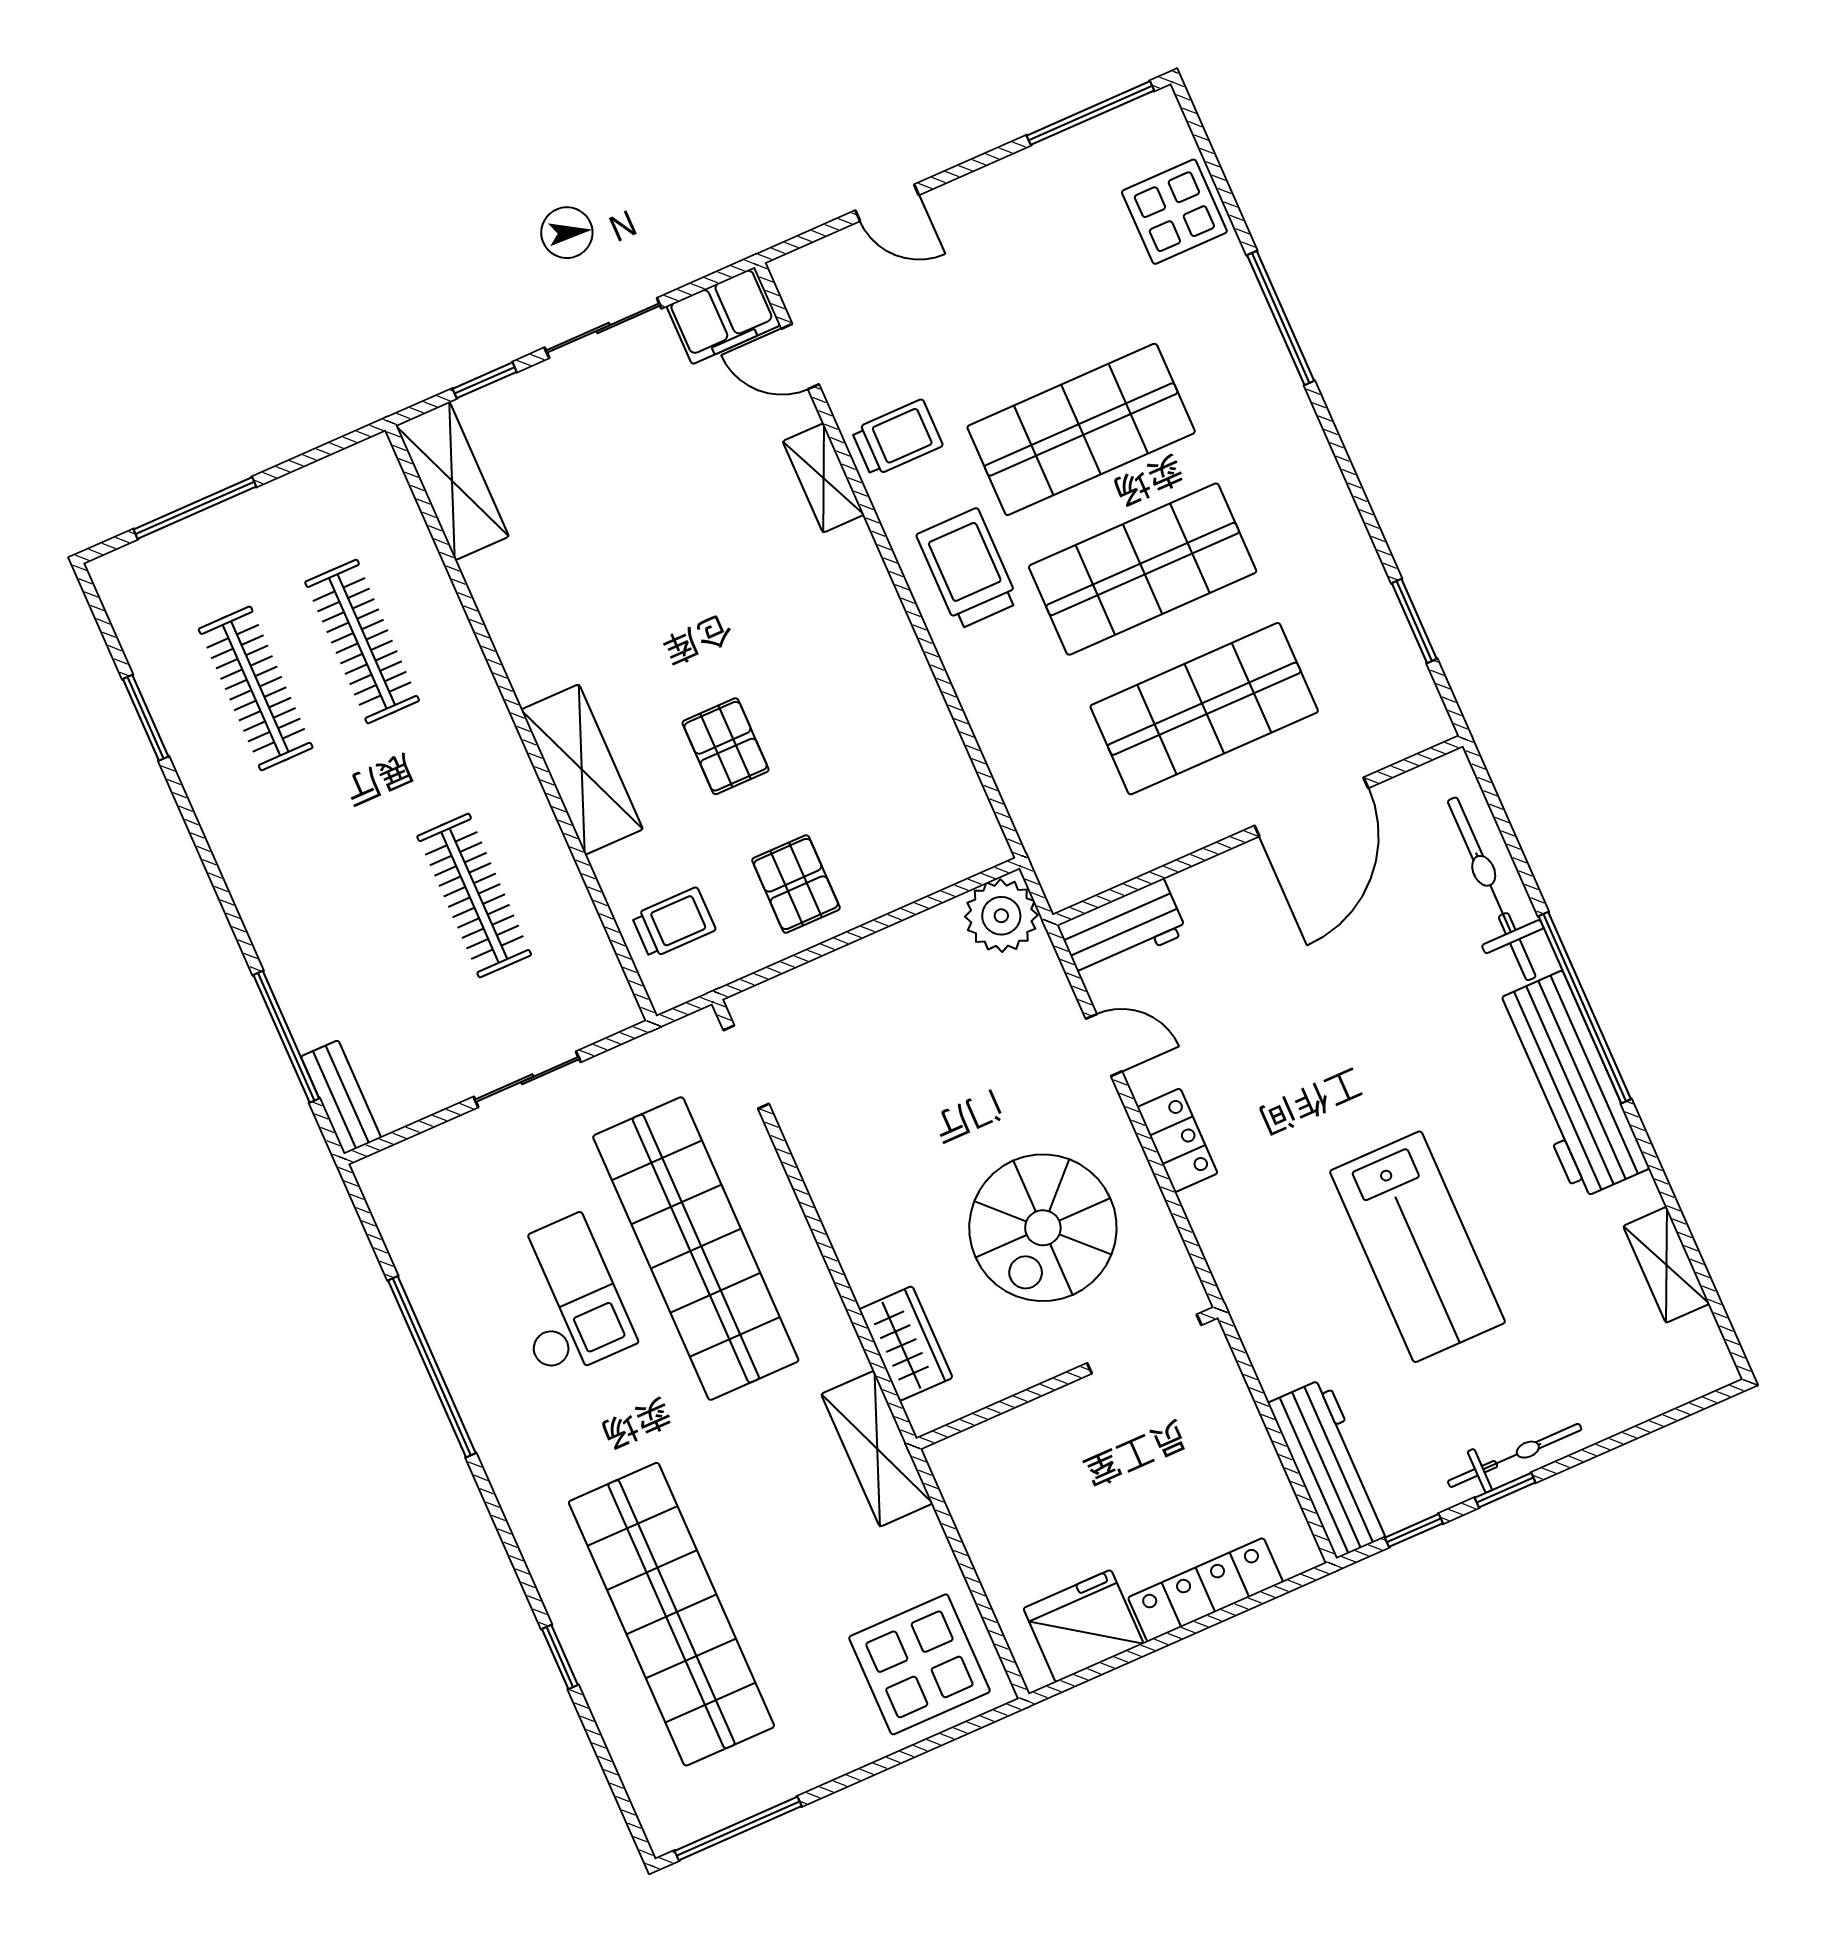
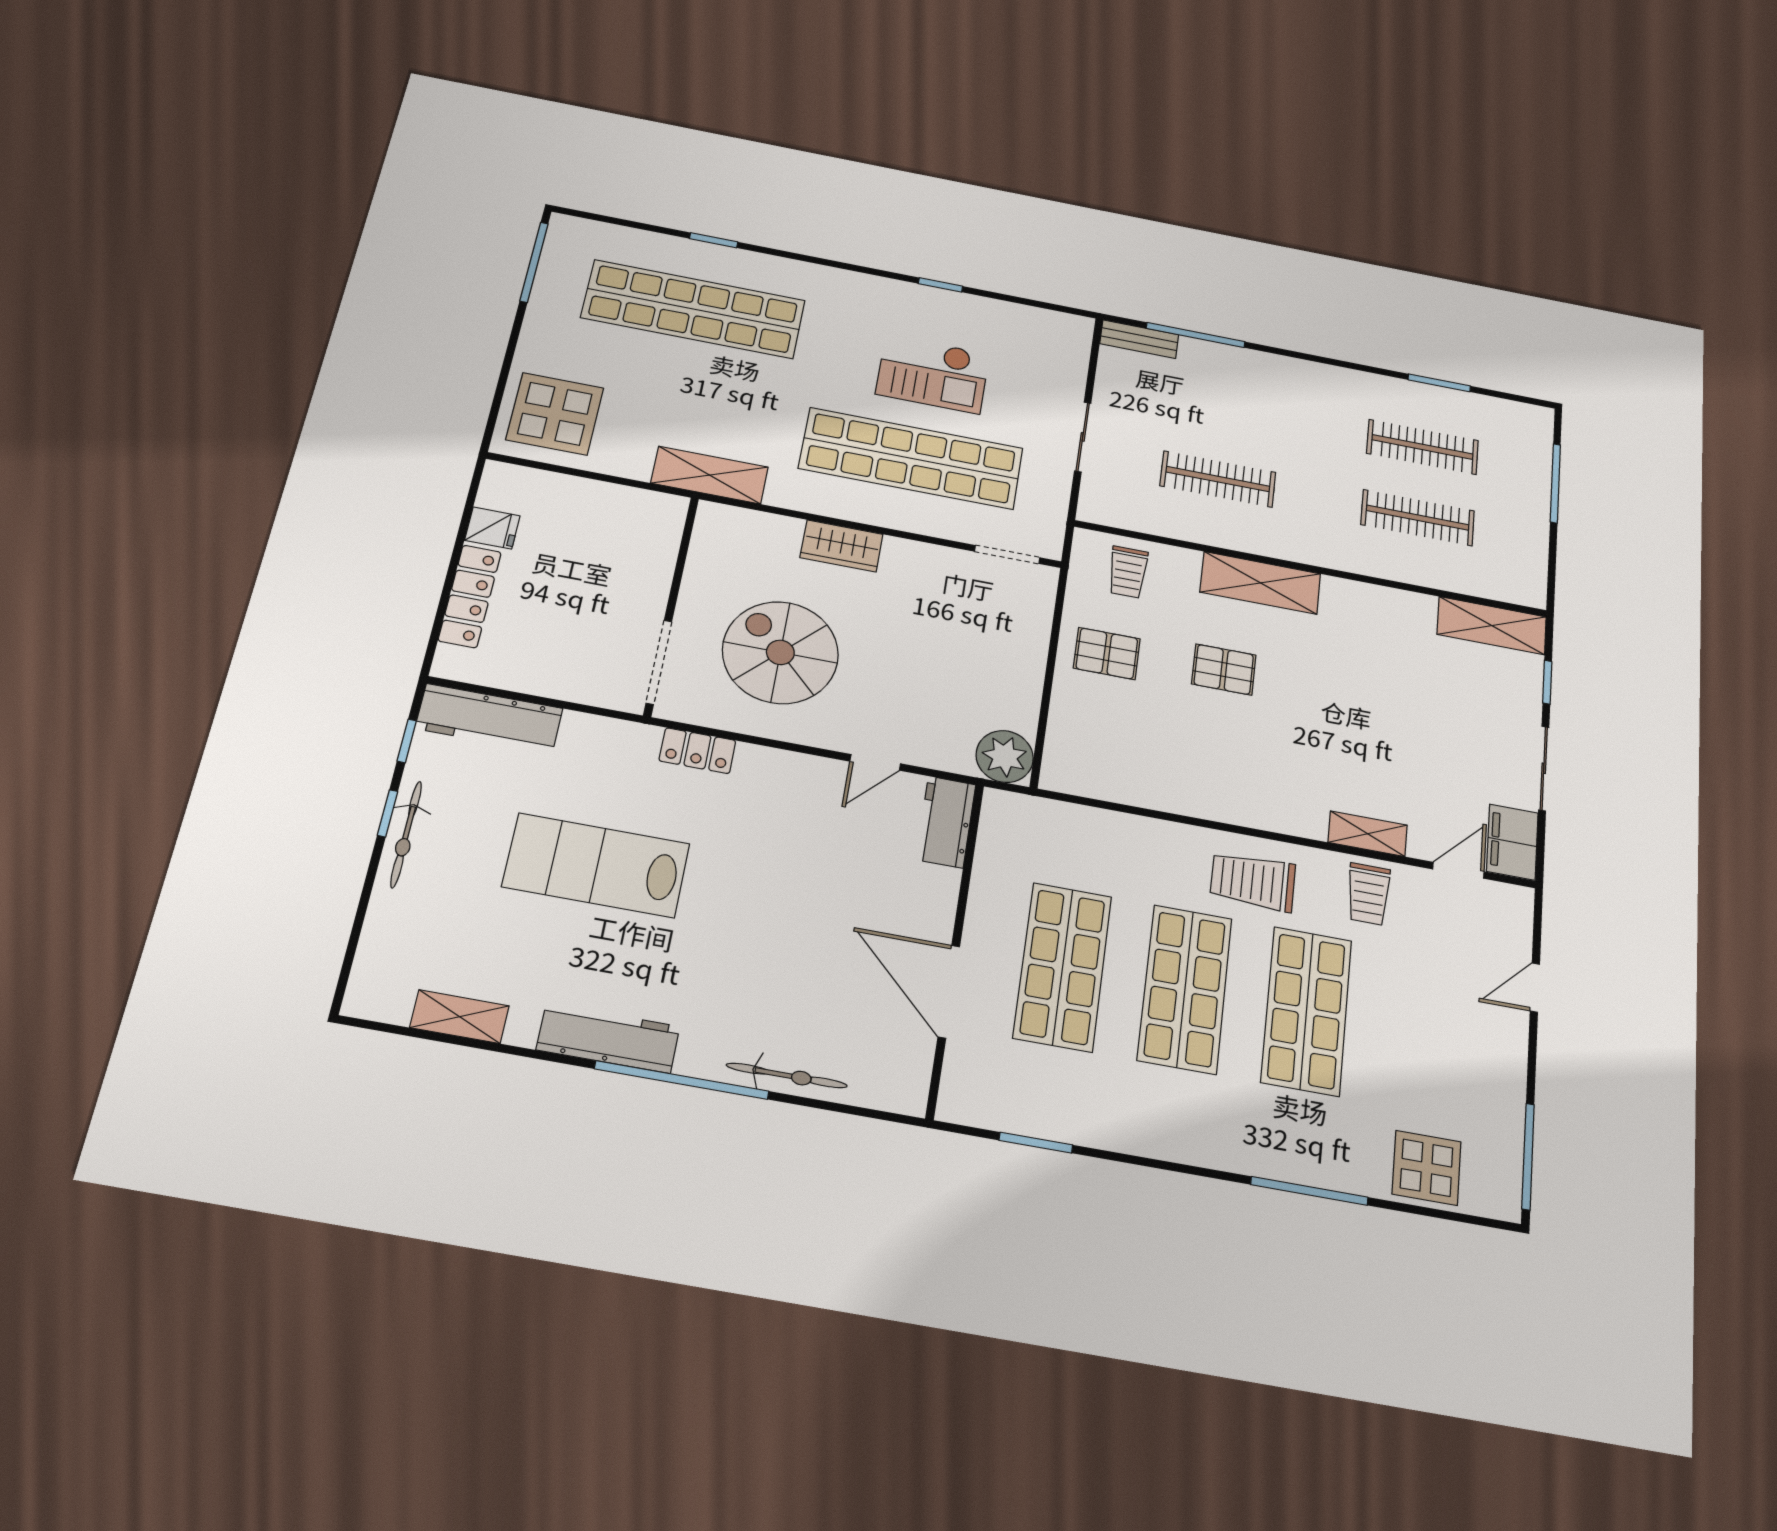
trolley: (968, 569) -> (1253, 881), turned 180
bicycle: (1492, 889) -> (787, 1075), width x0.73, depth x0.71
workbench: (1570, 1085) -> (608, 1038), width x0.73, depth x0.76
locker: (1177, 1140) -> (697, 751), moved
wardrobe: (906, 1344) -> (842, 546), moved
window: (432, 1367) -> (940, 285), width x0.32
fridge: (1083, 1626) -> (492, 528), width x0.53, depth x0.75

